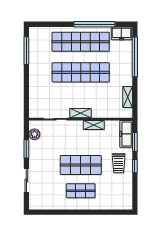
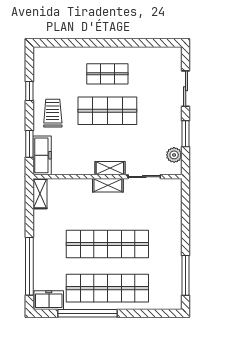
shelving: (128, 97) -> (40, 194), moved
shelving: (94, 125) -> (110, 168), moved
window: (135, 166) -> (29, 91), moved

